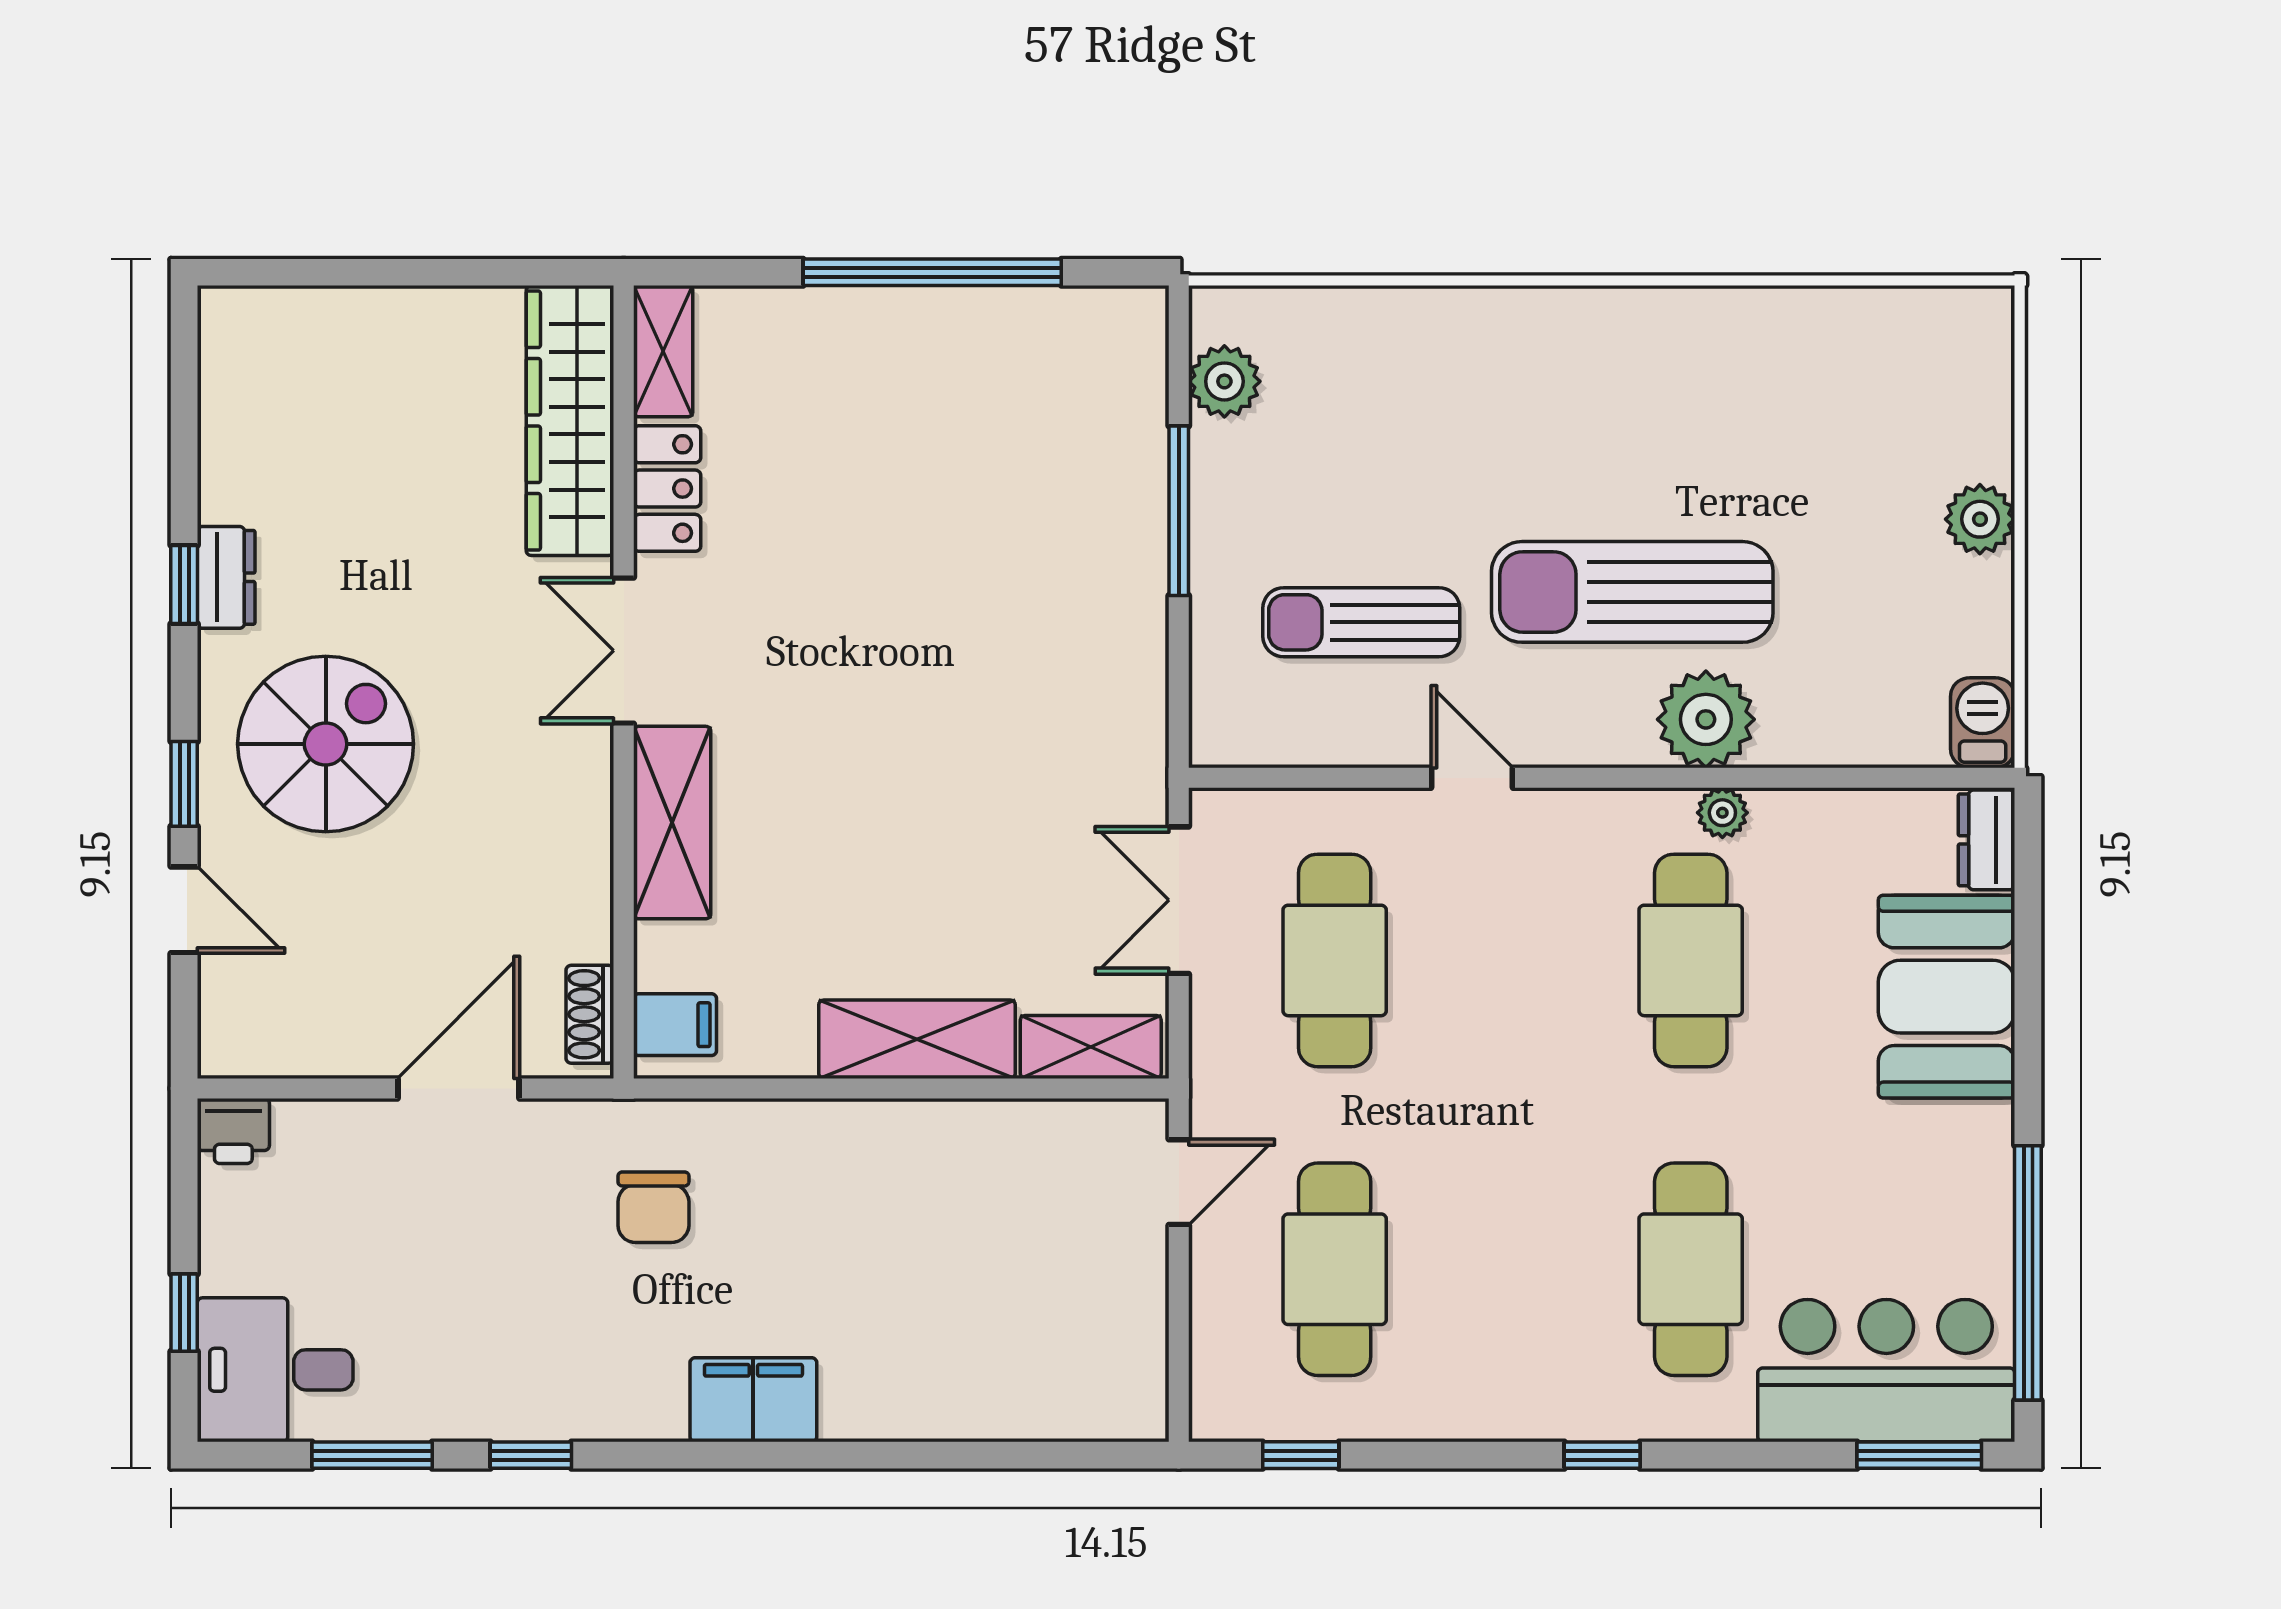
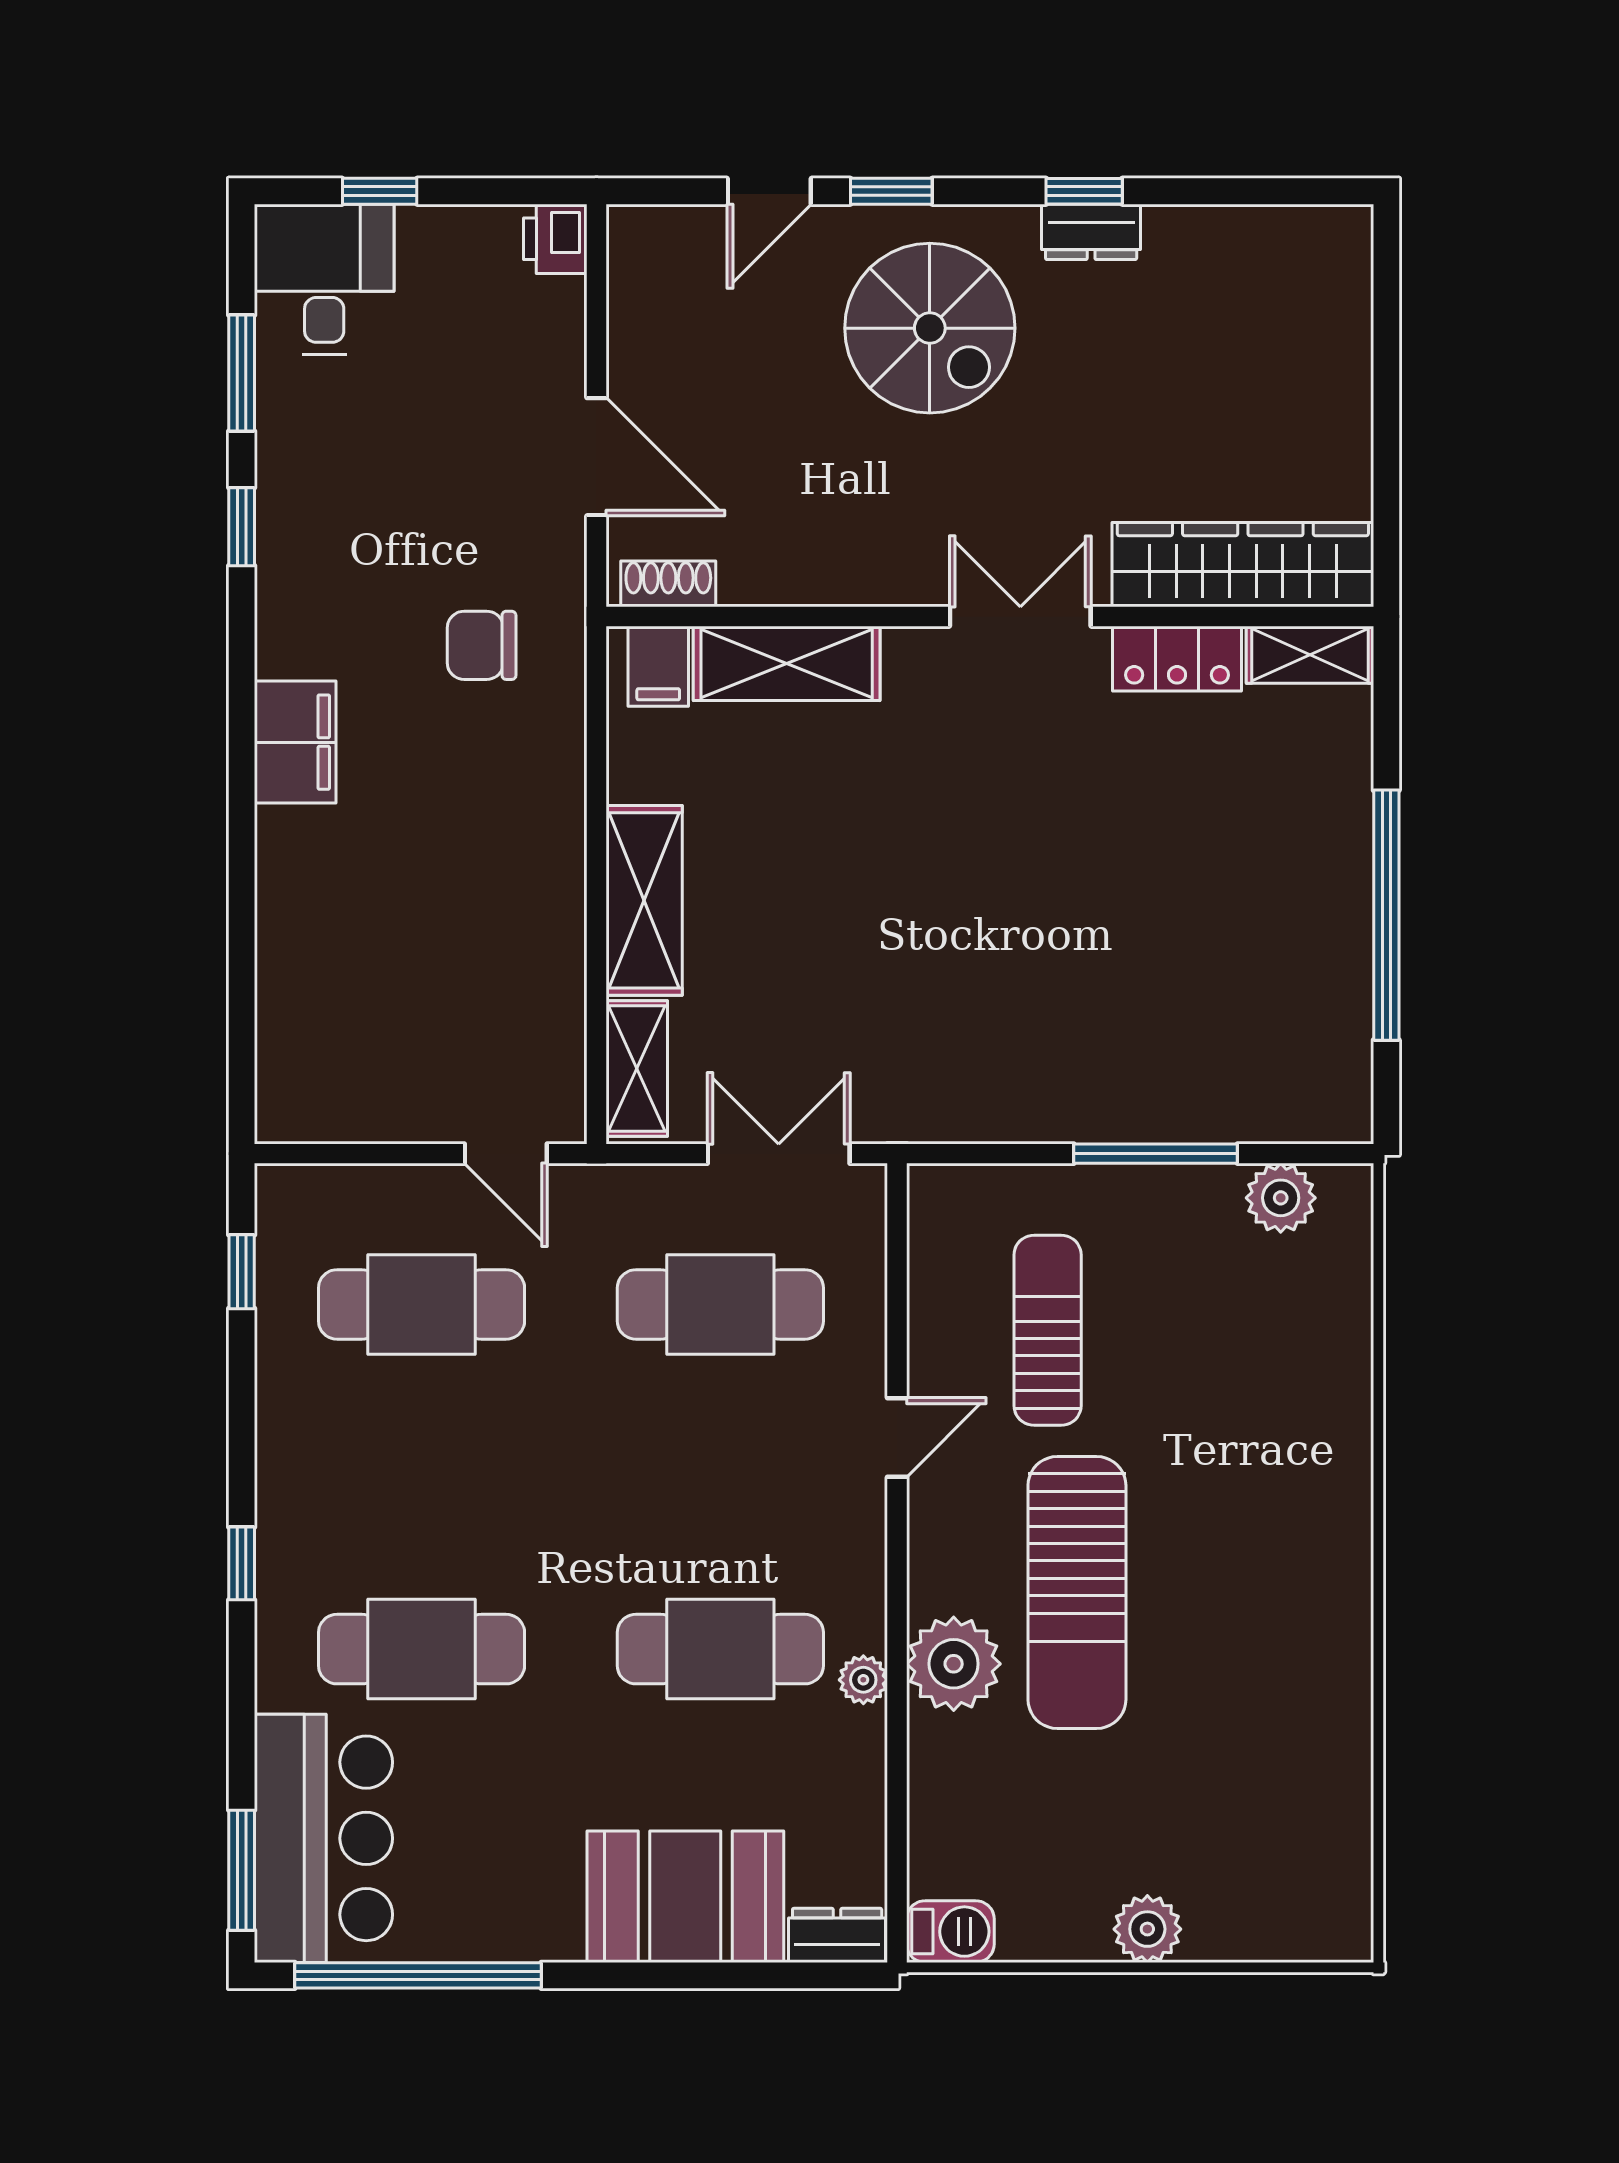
sun lounger: (1632, 592) -> (1077, 1592), turned 180
shelving: (672, 823) -> (787, 663), moved

